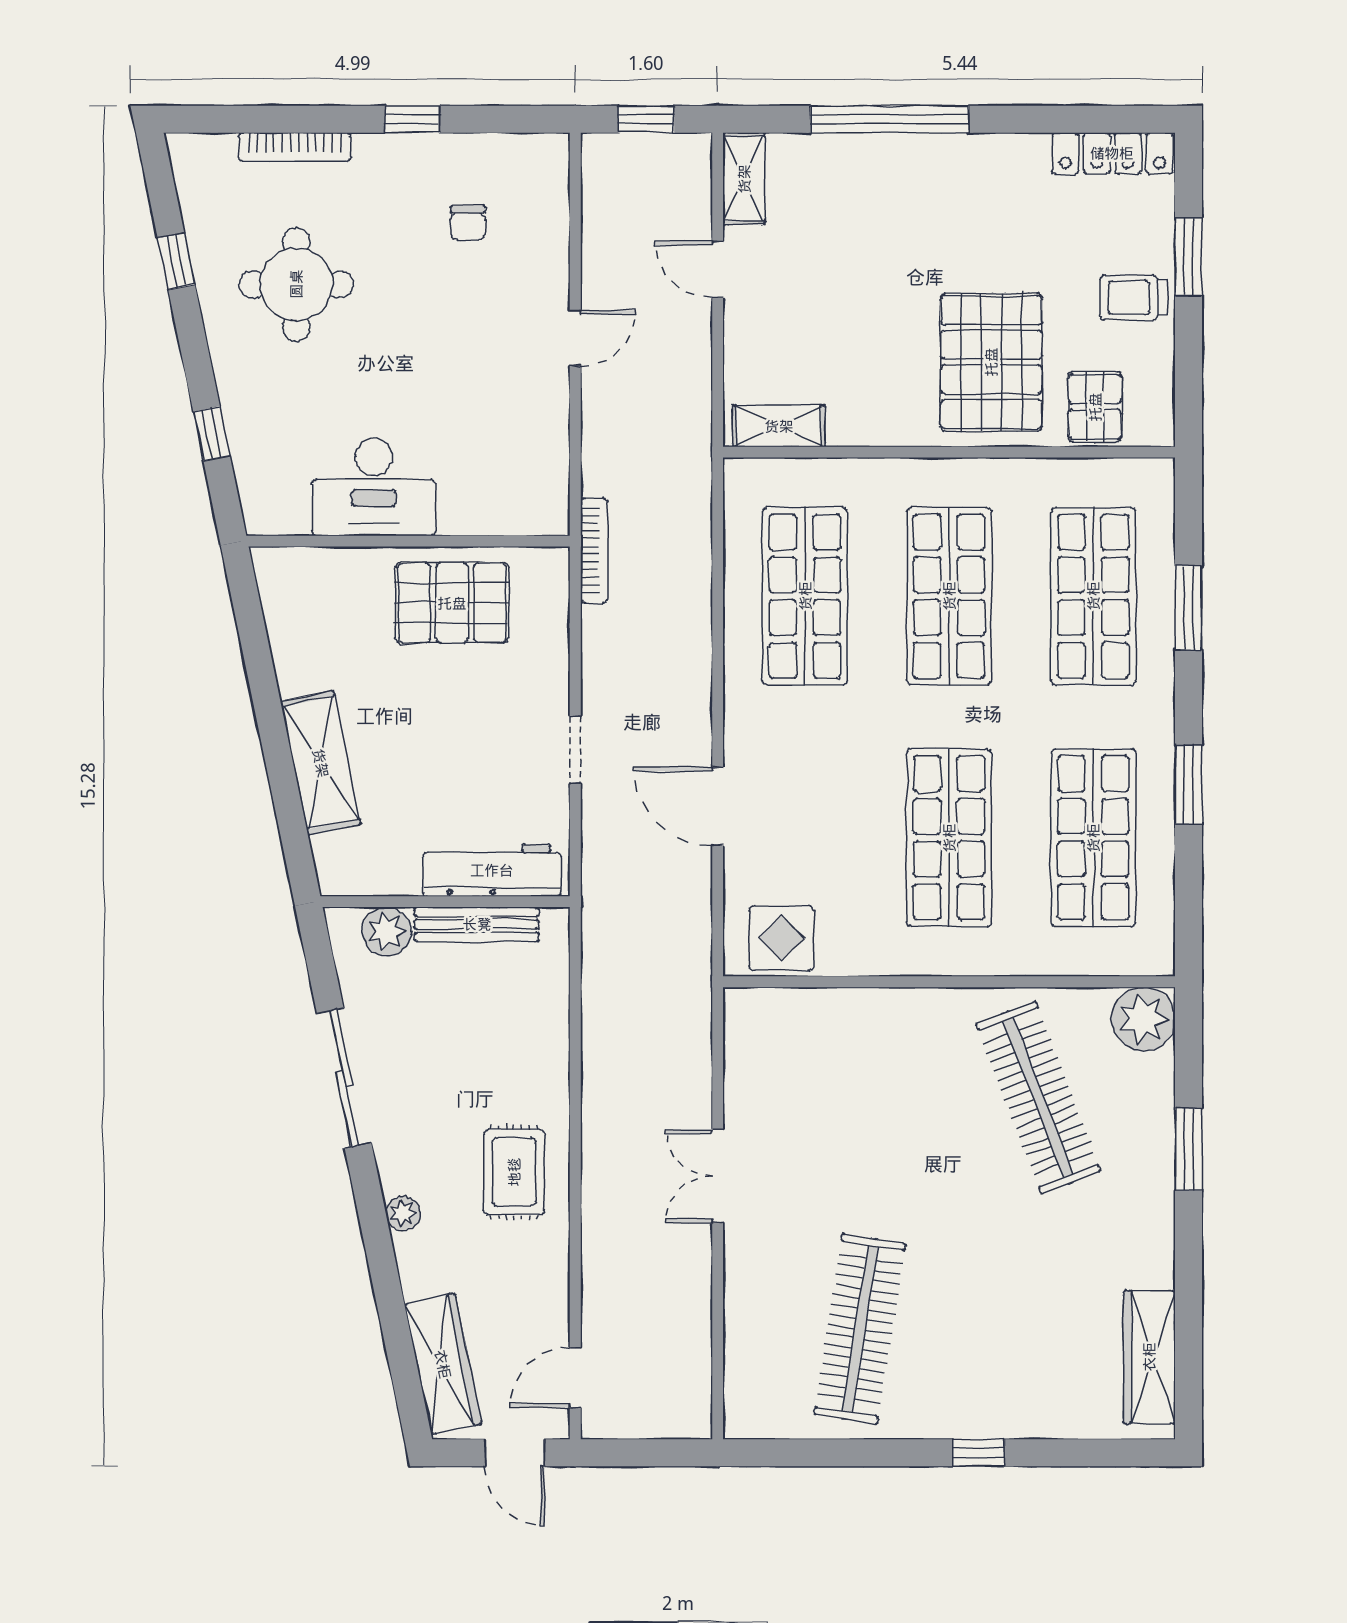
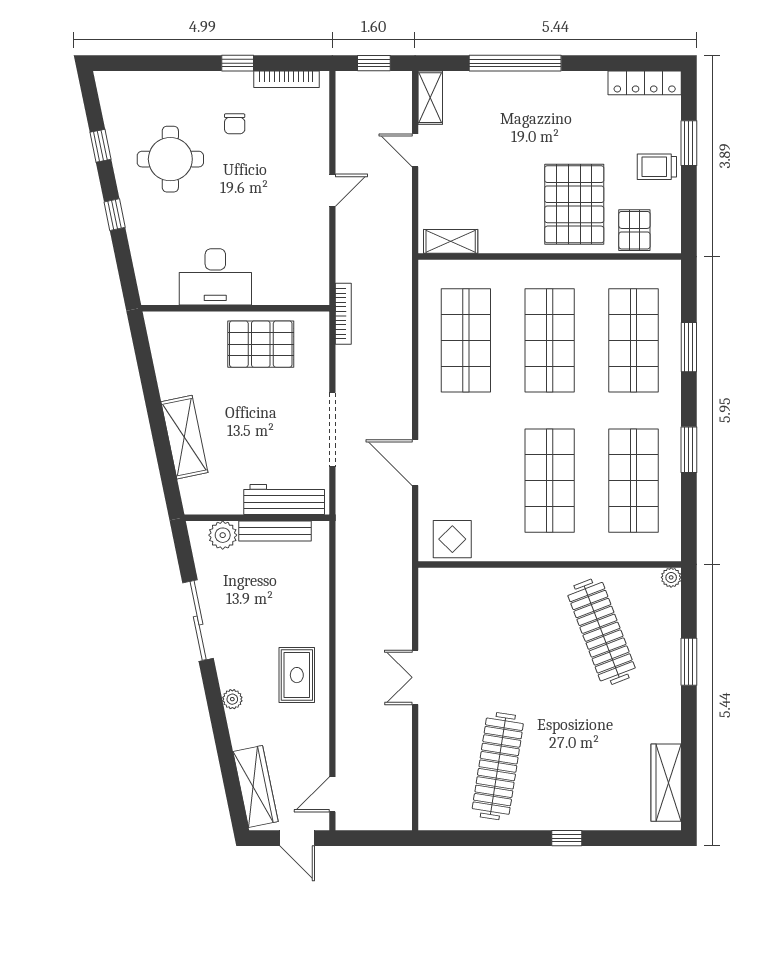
bookcase: (295, 147) -> (286, 79), moved
chair: (468, 223) -> (235, 124), moved
window: (212, 433) -> (115, 215), moved
doorway: (575, 750) -> (332, 430), width x1.88
plant: (1143, 1019) -> (671, 577), width x0.53, depth x0.53

